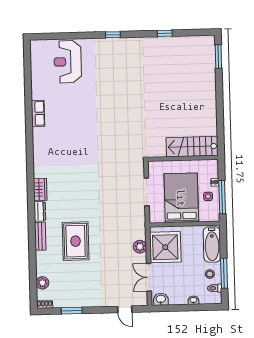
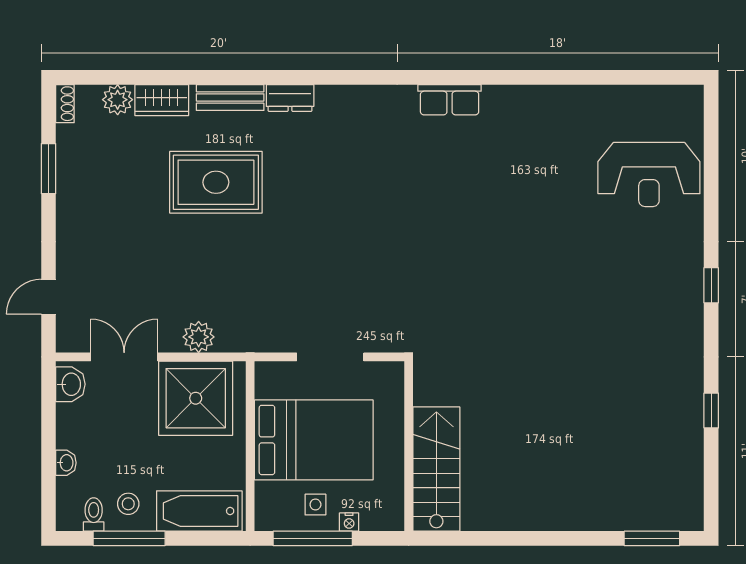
reception desk: (68, 62) -> (649, 174), turned 180
row of seats: (38, 113) -> (450, 100), moved
wardrobe: (40, 189) -> (162, 100), moved

